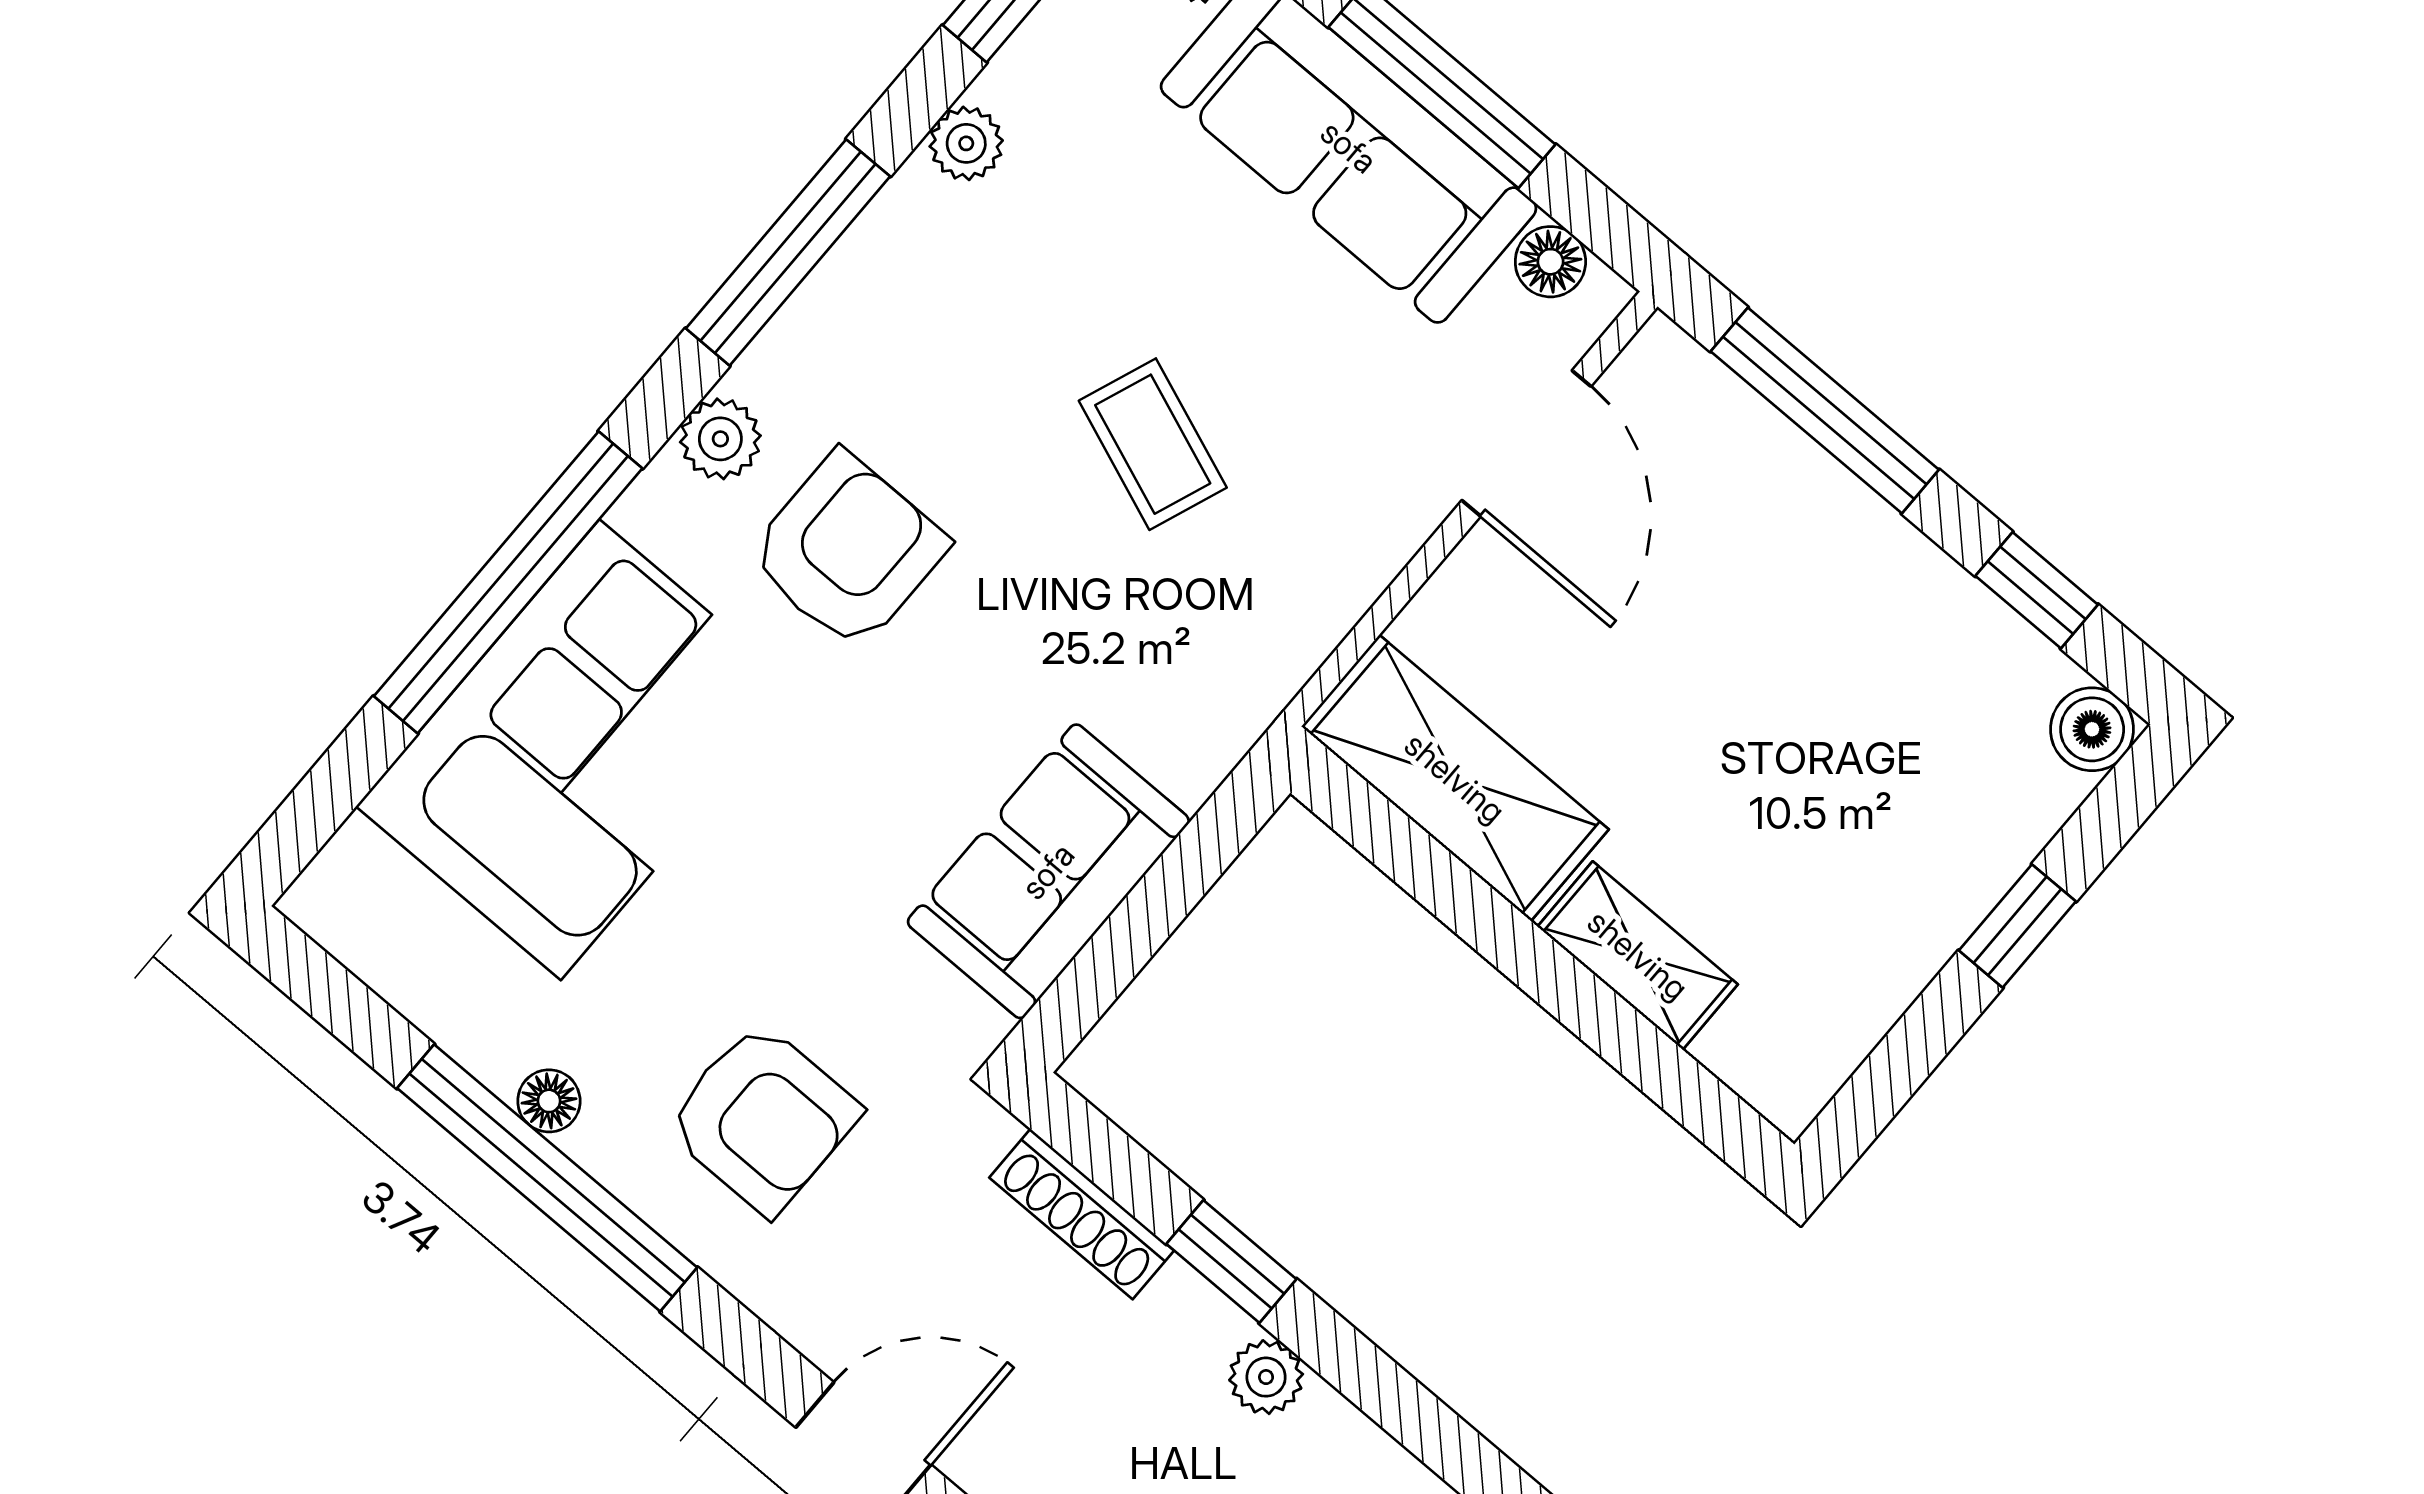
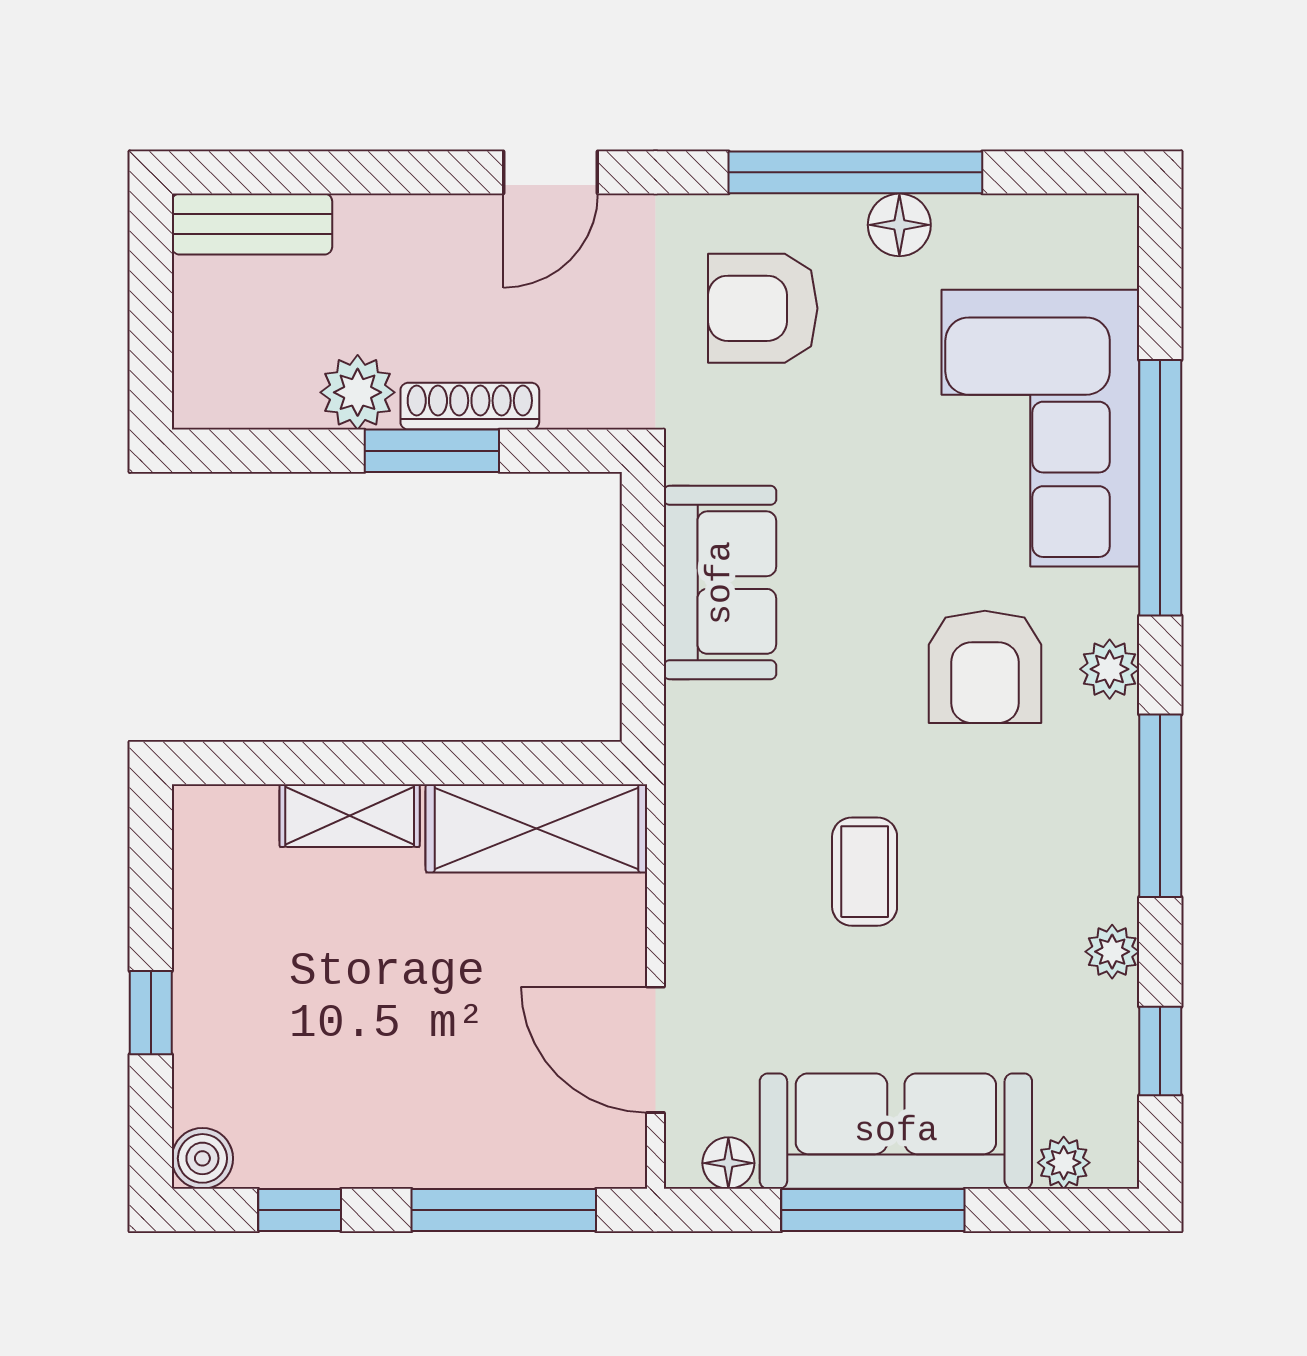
coffee table: (1153, 444) -> (865, 872), turned 69
floor lamp: (549, 1101) -> (899, 225), width x1.37, depth x1.37
shoe rack: (1082, 1214) -> (470, 406), moved
window: (1231, 1262) -> (432, 451), width x1.50
plant: (1266, 1377) -> (358, 392), width x1.38, depth x1.38

